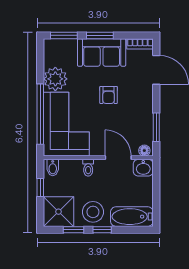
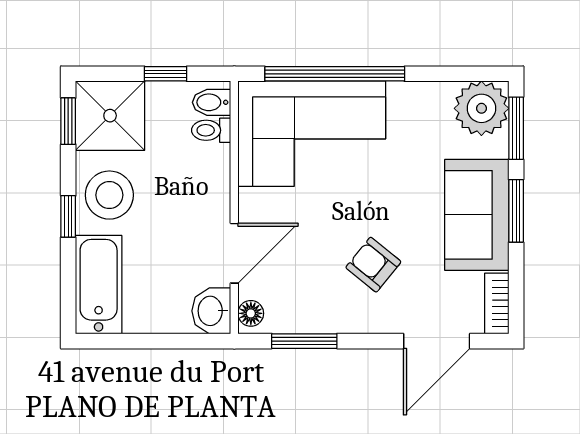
plant: (55, 79) -> (481, 108), moved
armchair: (109, 95) -> (373, 265), moved, turned 39
toilet: (88, 168) -> (211, 130), moved
window: (73, 230) -> (68, 121), moved

